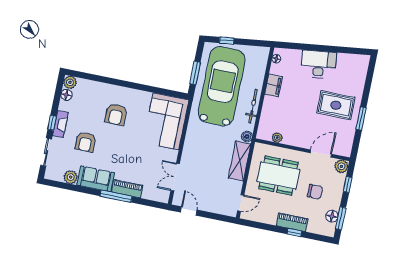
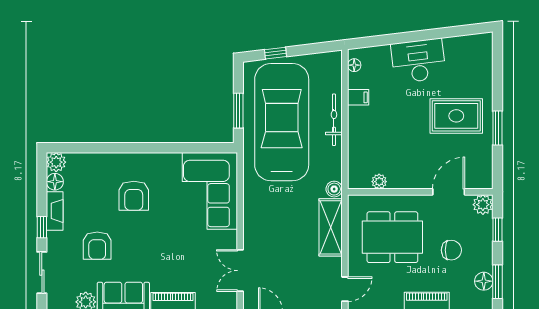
filing cabinet: (274, 85) -> (358, 97), width x0.50
bicycle: (253, 106) -> (334, 120), moved
fireplace: (60, 124) -> (55, 211), moved

